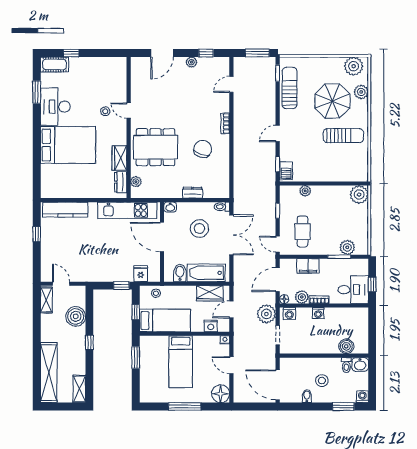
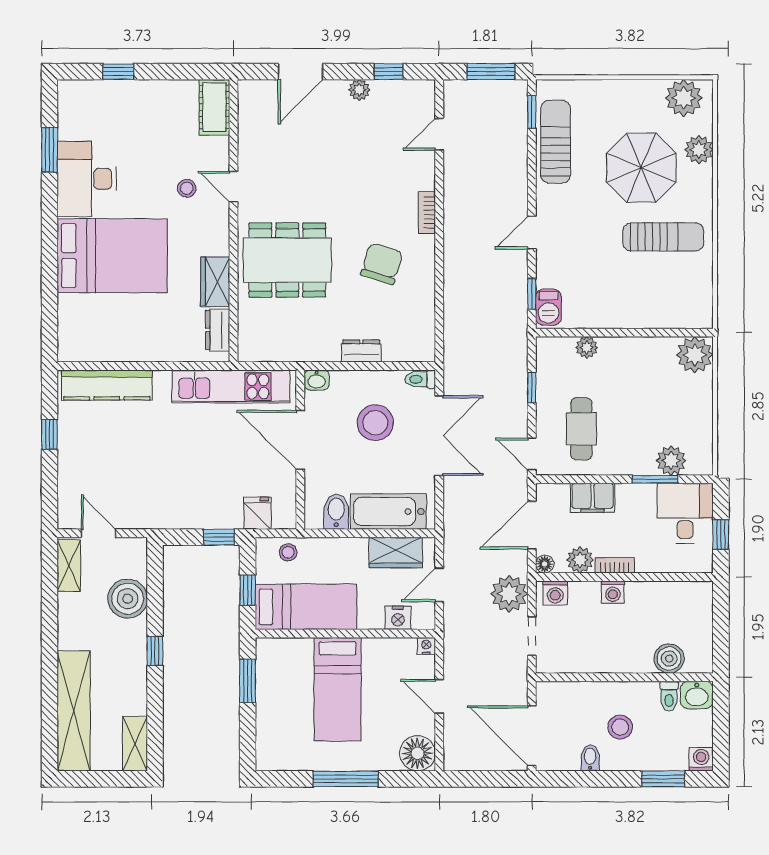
cot: (54, 64) -> (214, 107), moved, turned 90
plant: (136, 182) -> (248, 329), removed
desk: (353, 290) -> (685, 513), moved, turned -90

